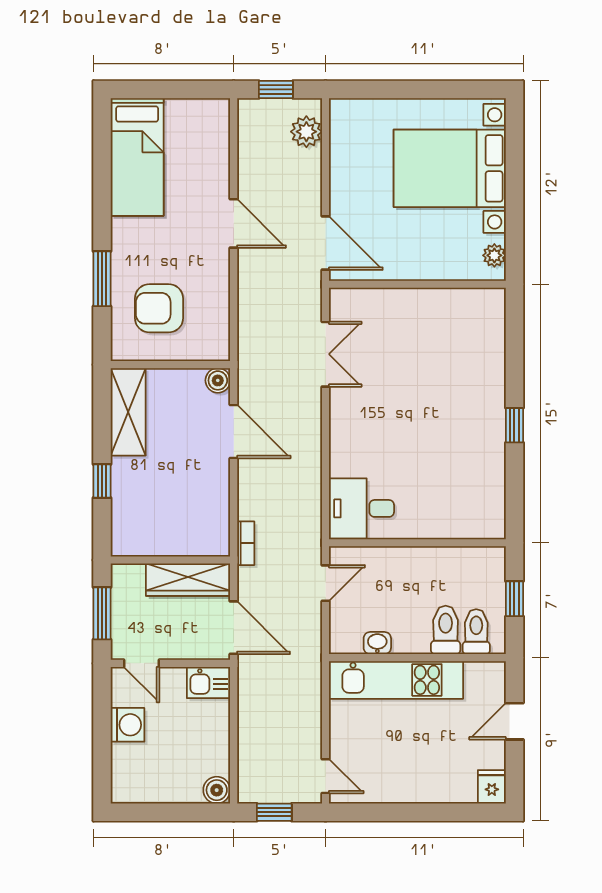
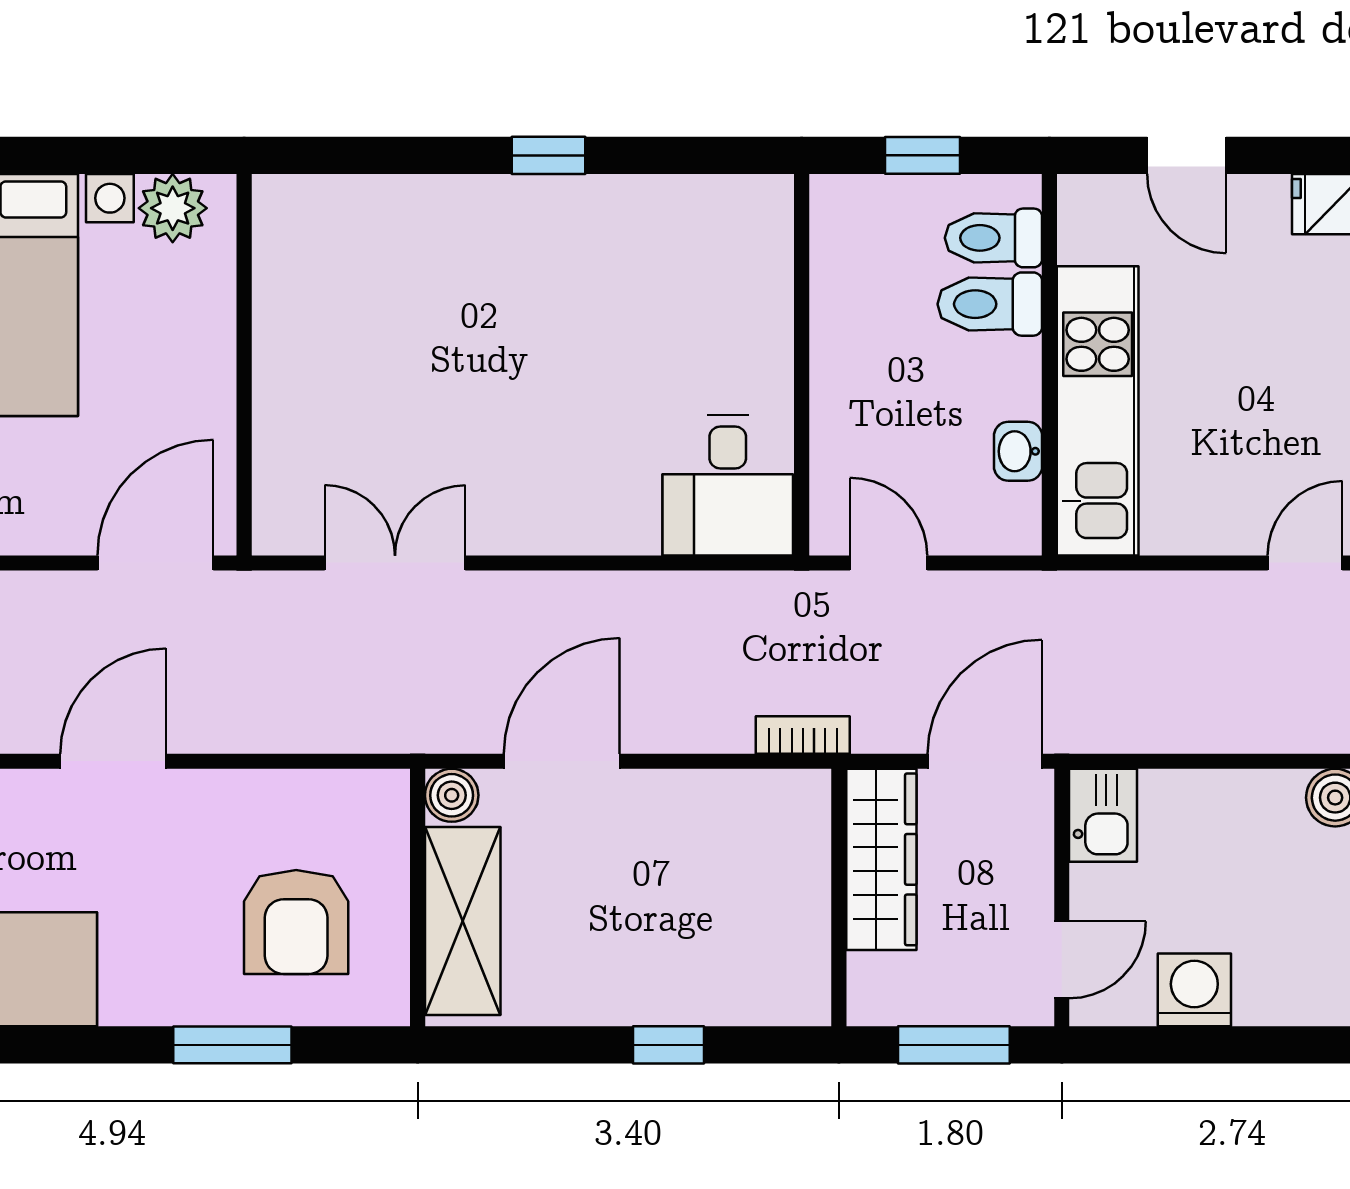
plant: (494, 255) -> (173, 208), width x1.38, depth x1.38
shelving: (128, 412) -> (463, 921), moved, turned 90

